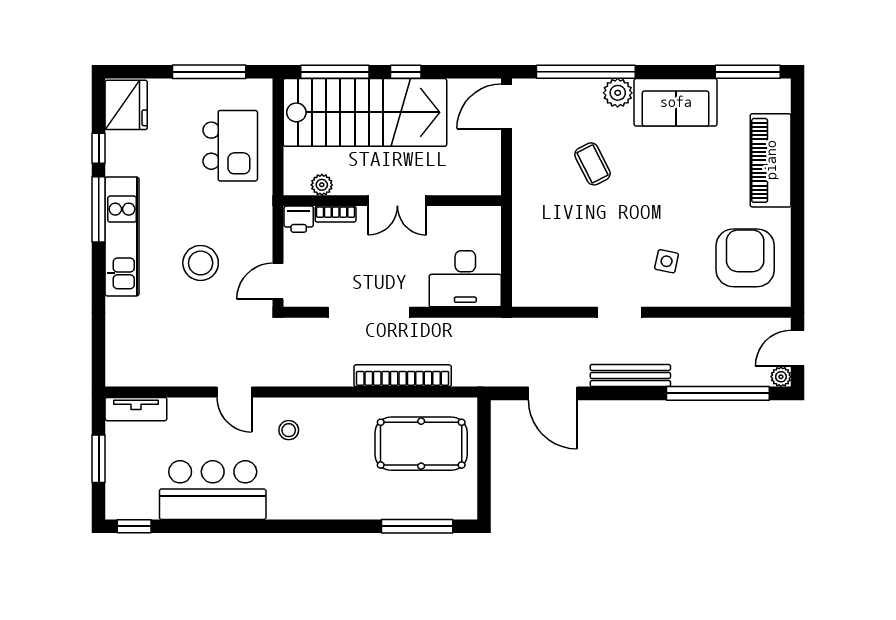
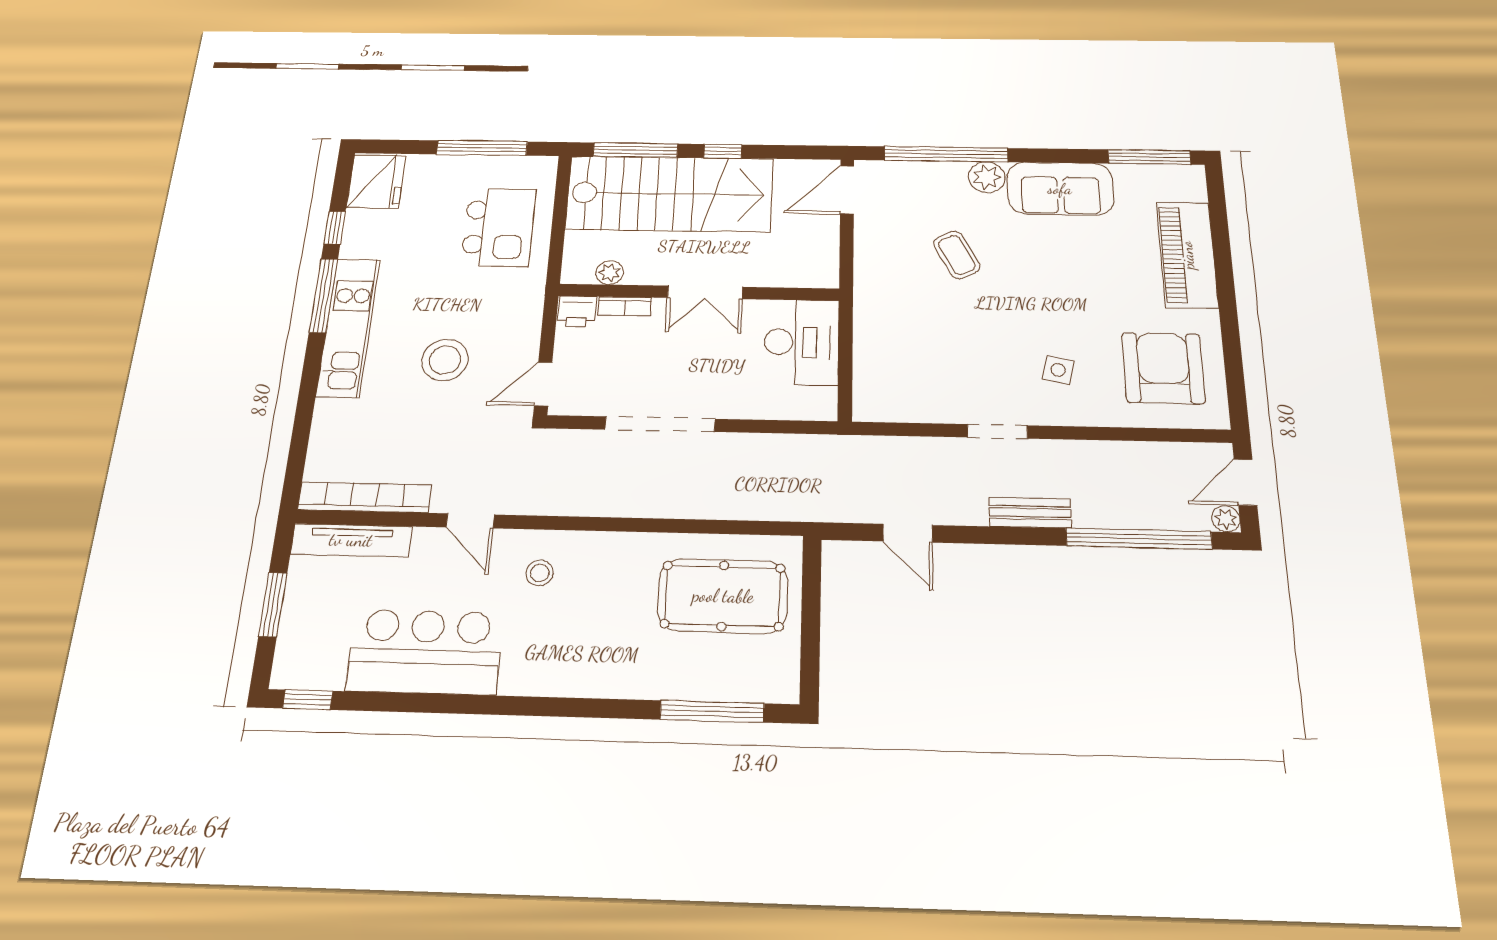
desk: (465, 279) -> (802, 342), moved, turned -90
bookcase: (403, 376) -> (364, 497), moved
bench: (630, 376) -> (1030, 513), width x0.73
door: (553, 393) -> (908, 533), width x0.73
tv unit: (136, 409) -> (351, 540), width x1.41

